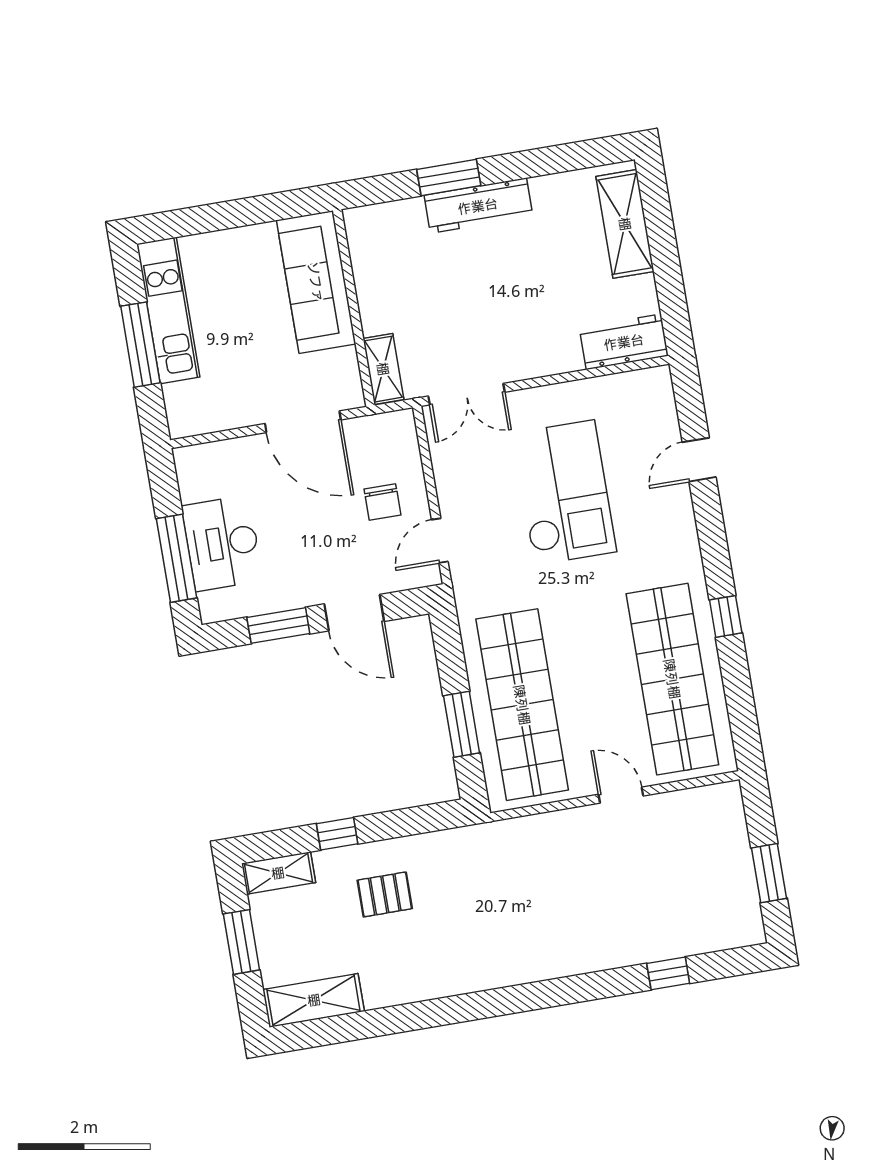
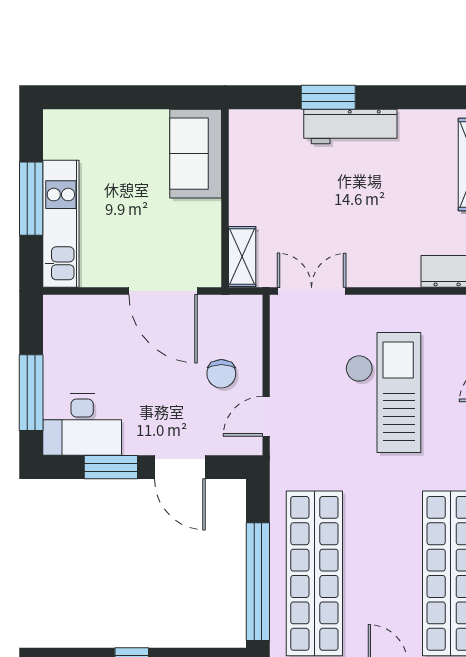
sofa: (316, 282) -> (196, 154), width x0.73
kitchen unit: (168, 310) -> (61, 224), moved
double door: (466, 394) -> (312, 291), swing flipped
desk: (222, 543) -> (82, 425), moved, turned -90
window: (462, 724) -> (258, 582), width x2.11

